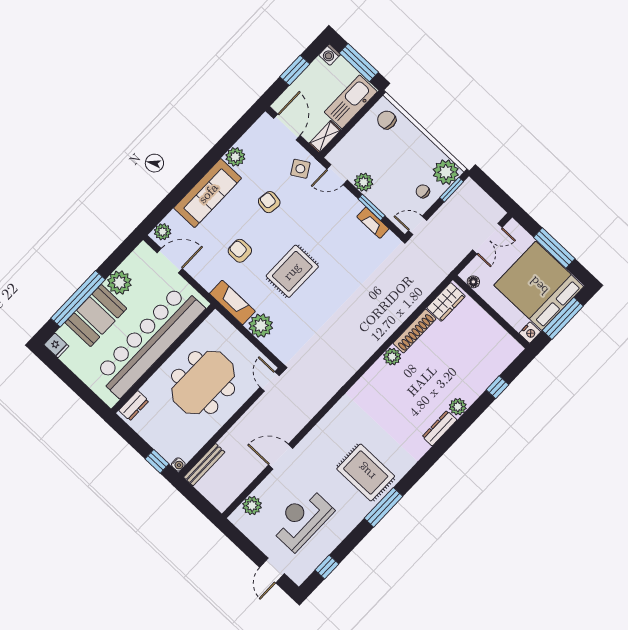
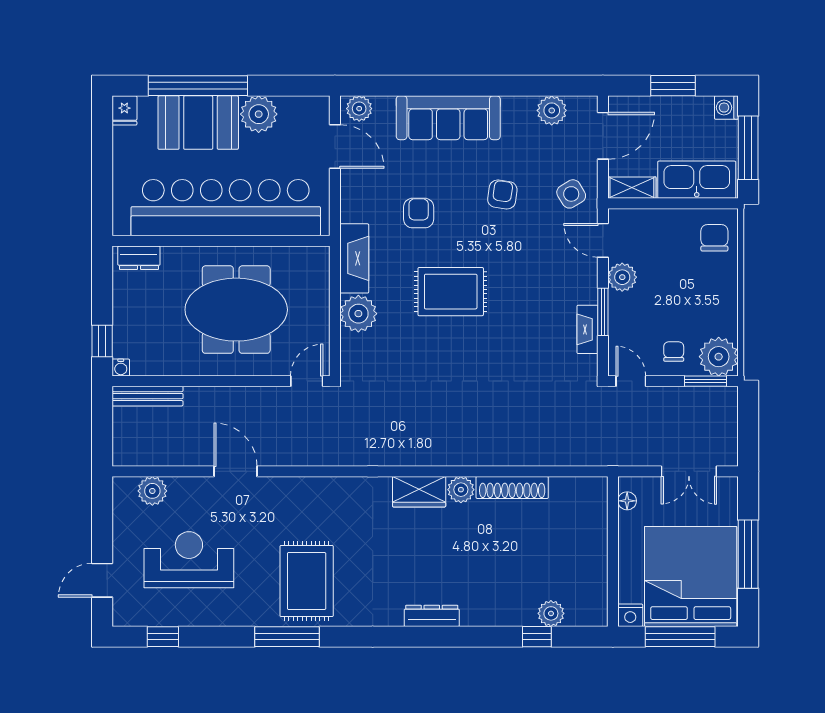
plant: (235, 157) -> (552, 110), moved
wardrobe: (446, 302) -> (419, 492), moved
plant: (458, 407) -> (551, 613), moved

